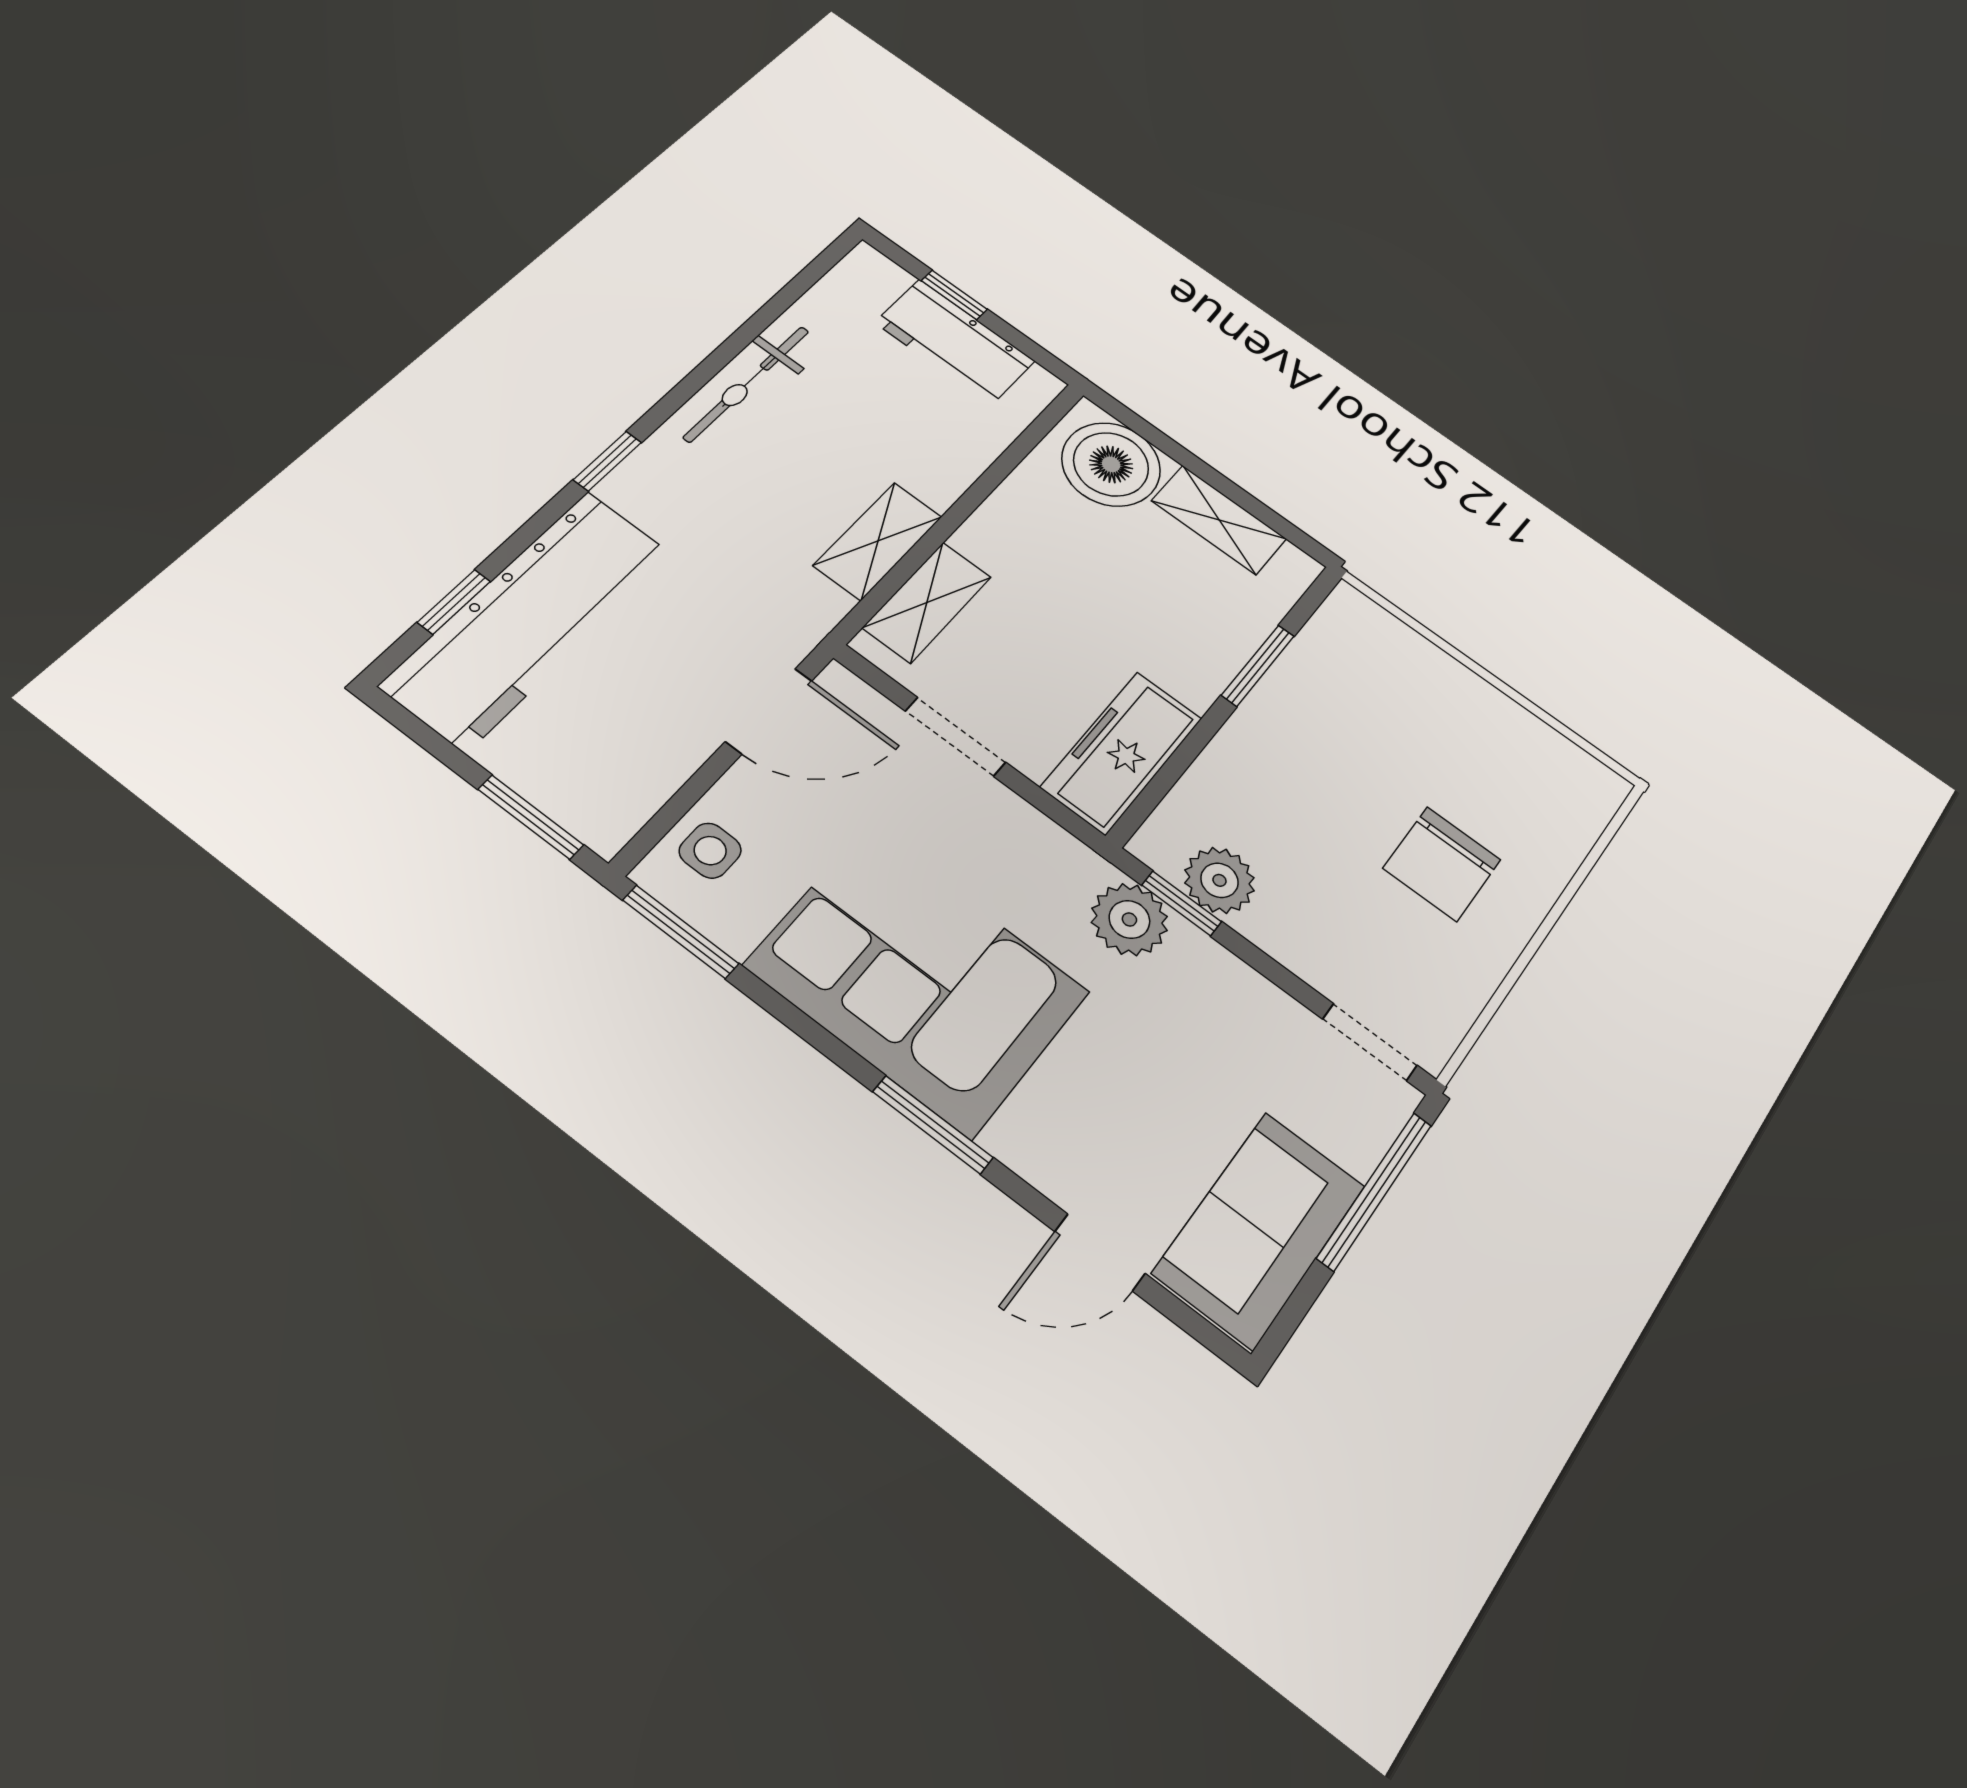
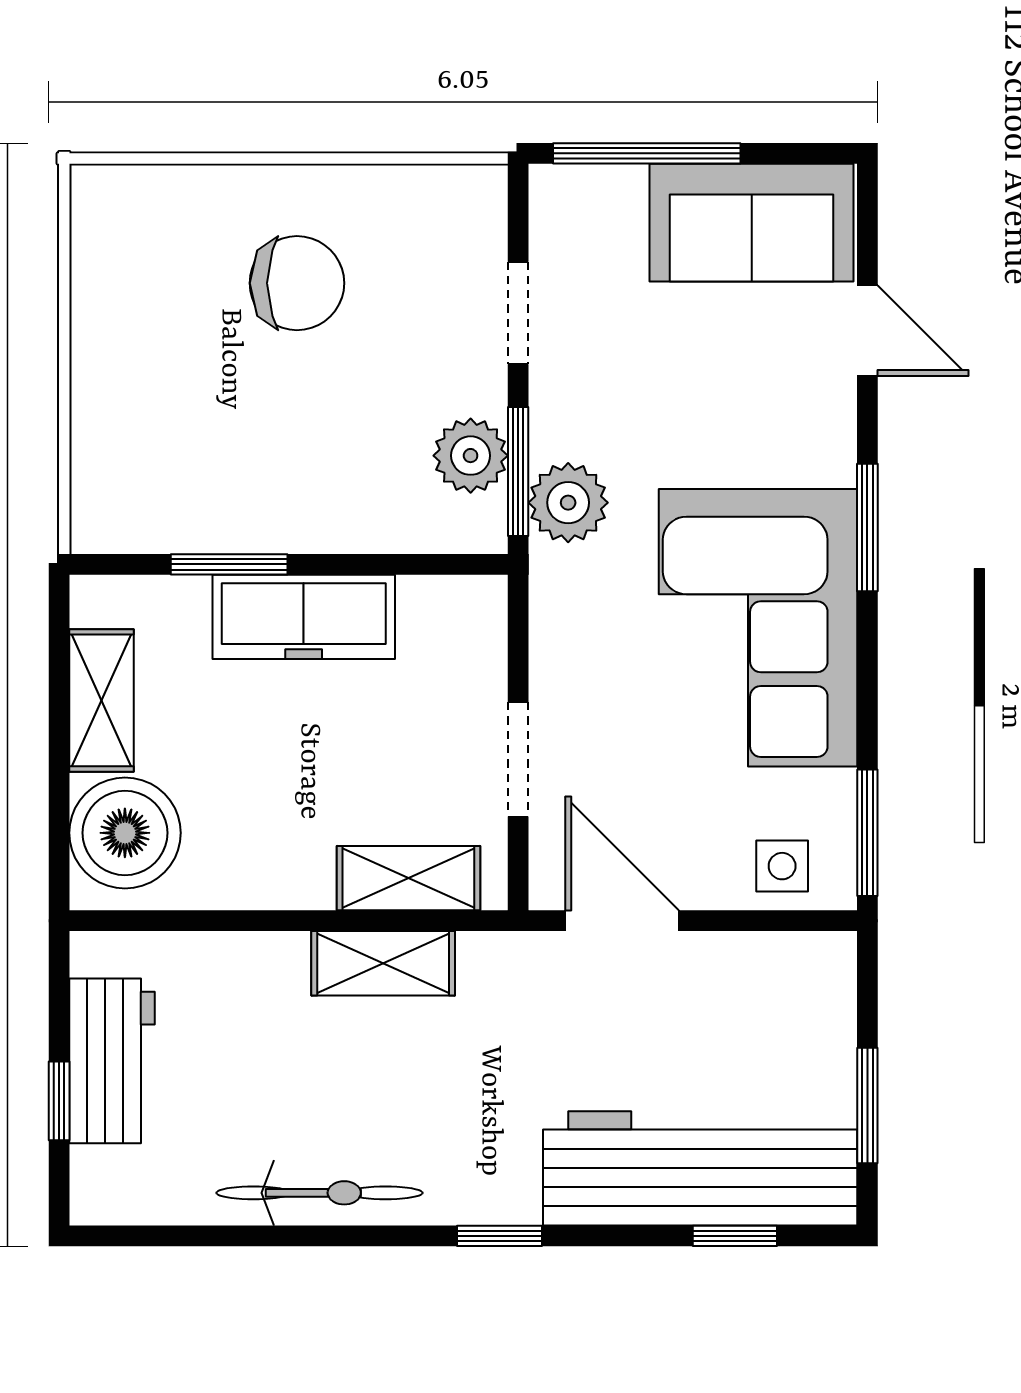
freezer: (1122, 753) -> (304, 617), moved
window: (531, 817) -> (867, 1106), moved
window: (1182, 903) -> (518, 472), width x1.50
doorway: (1370, 1042) -> (518, 313), moved

